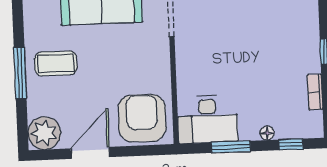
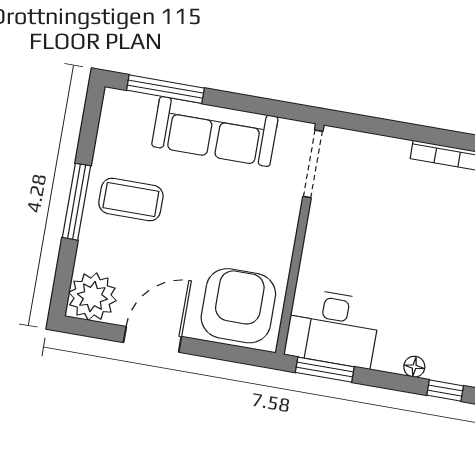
window: (231, 147) -> (325, 370), moved

